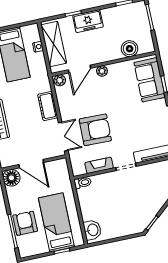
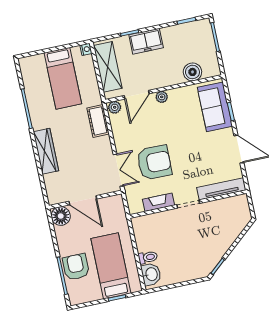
nightstand: (38, 47) -> (86, 49), moved
cot: (48, 106) -> (98, 121), moved
toilet: (83, 183) -> (148, 257), moved

